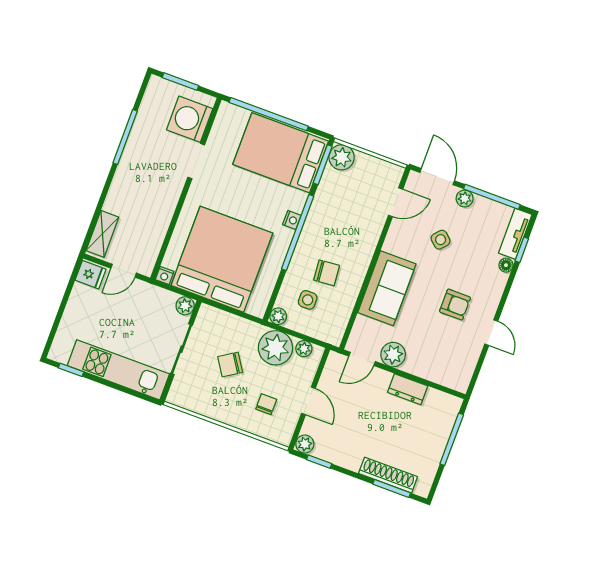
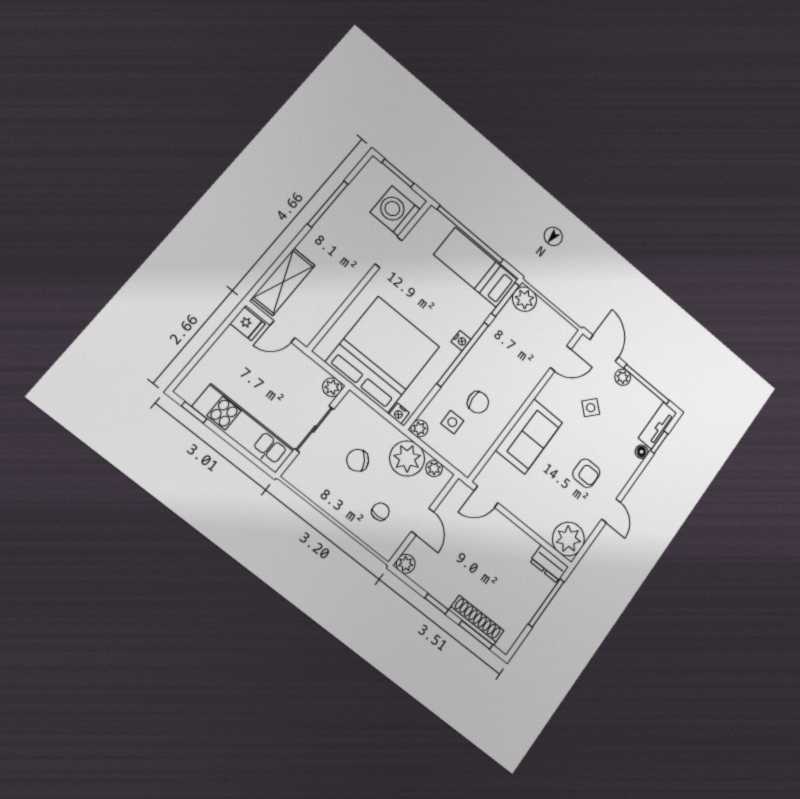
bed: (281, 153) -> (476, 267), width x0.67
shelving: (102, 234) -> (283, 282), width x1.50, depth x1.33
nightstand: (165, 275) -> (399, 413), moved
plant: (393, 355) -> (568, 539), moved, width x1.36, depth x1.36
dresser: (408, 389) -> (549, 564), moved
window: (319, 462) -> (437, 604), moved

